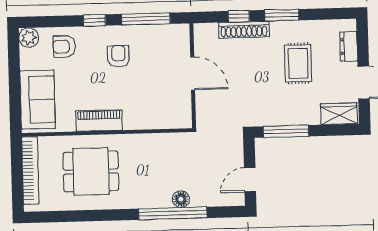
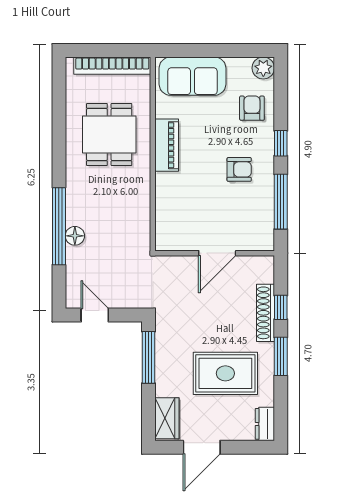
dresser: (349, 46) -> (265, 424), moved, turned -90
rug: (298, 63) -> (225, 373), width x1.36, depth x1.43

